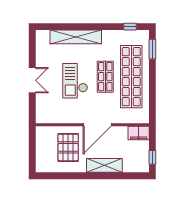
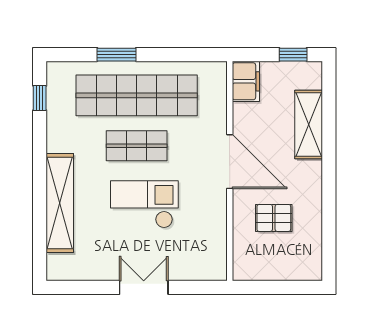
window: (152, 49) -> (117, 55), moved
checkout: (75, 81) -> (144, 204), turned 180
pallet: (68, 147) -> (274, 218), width x0.67, depth x0.71
shelving: (104, 165) -> (309, 124), moved

